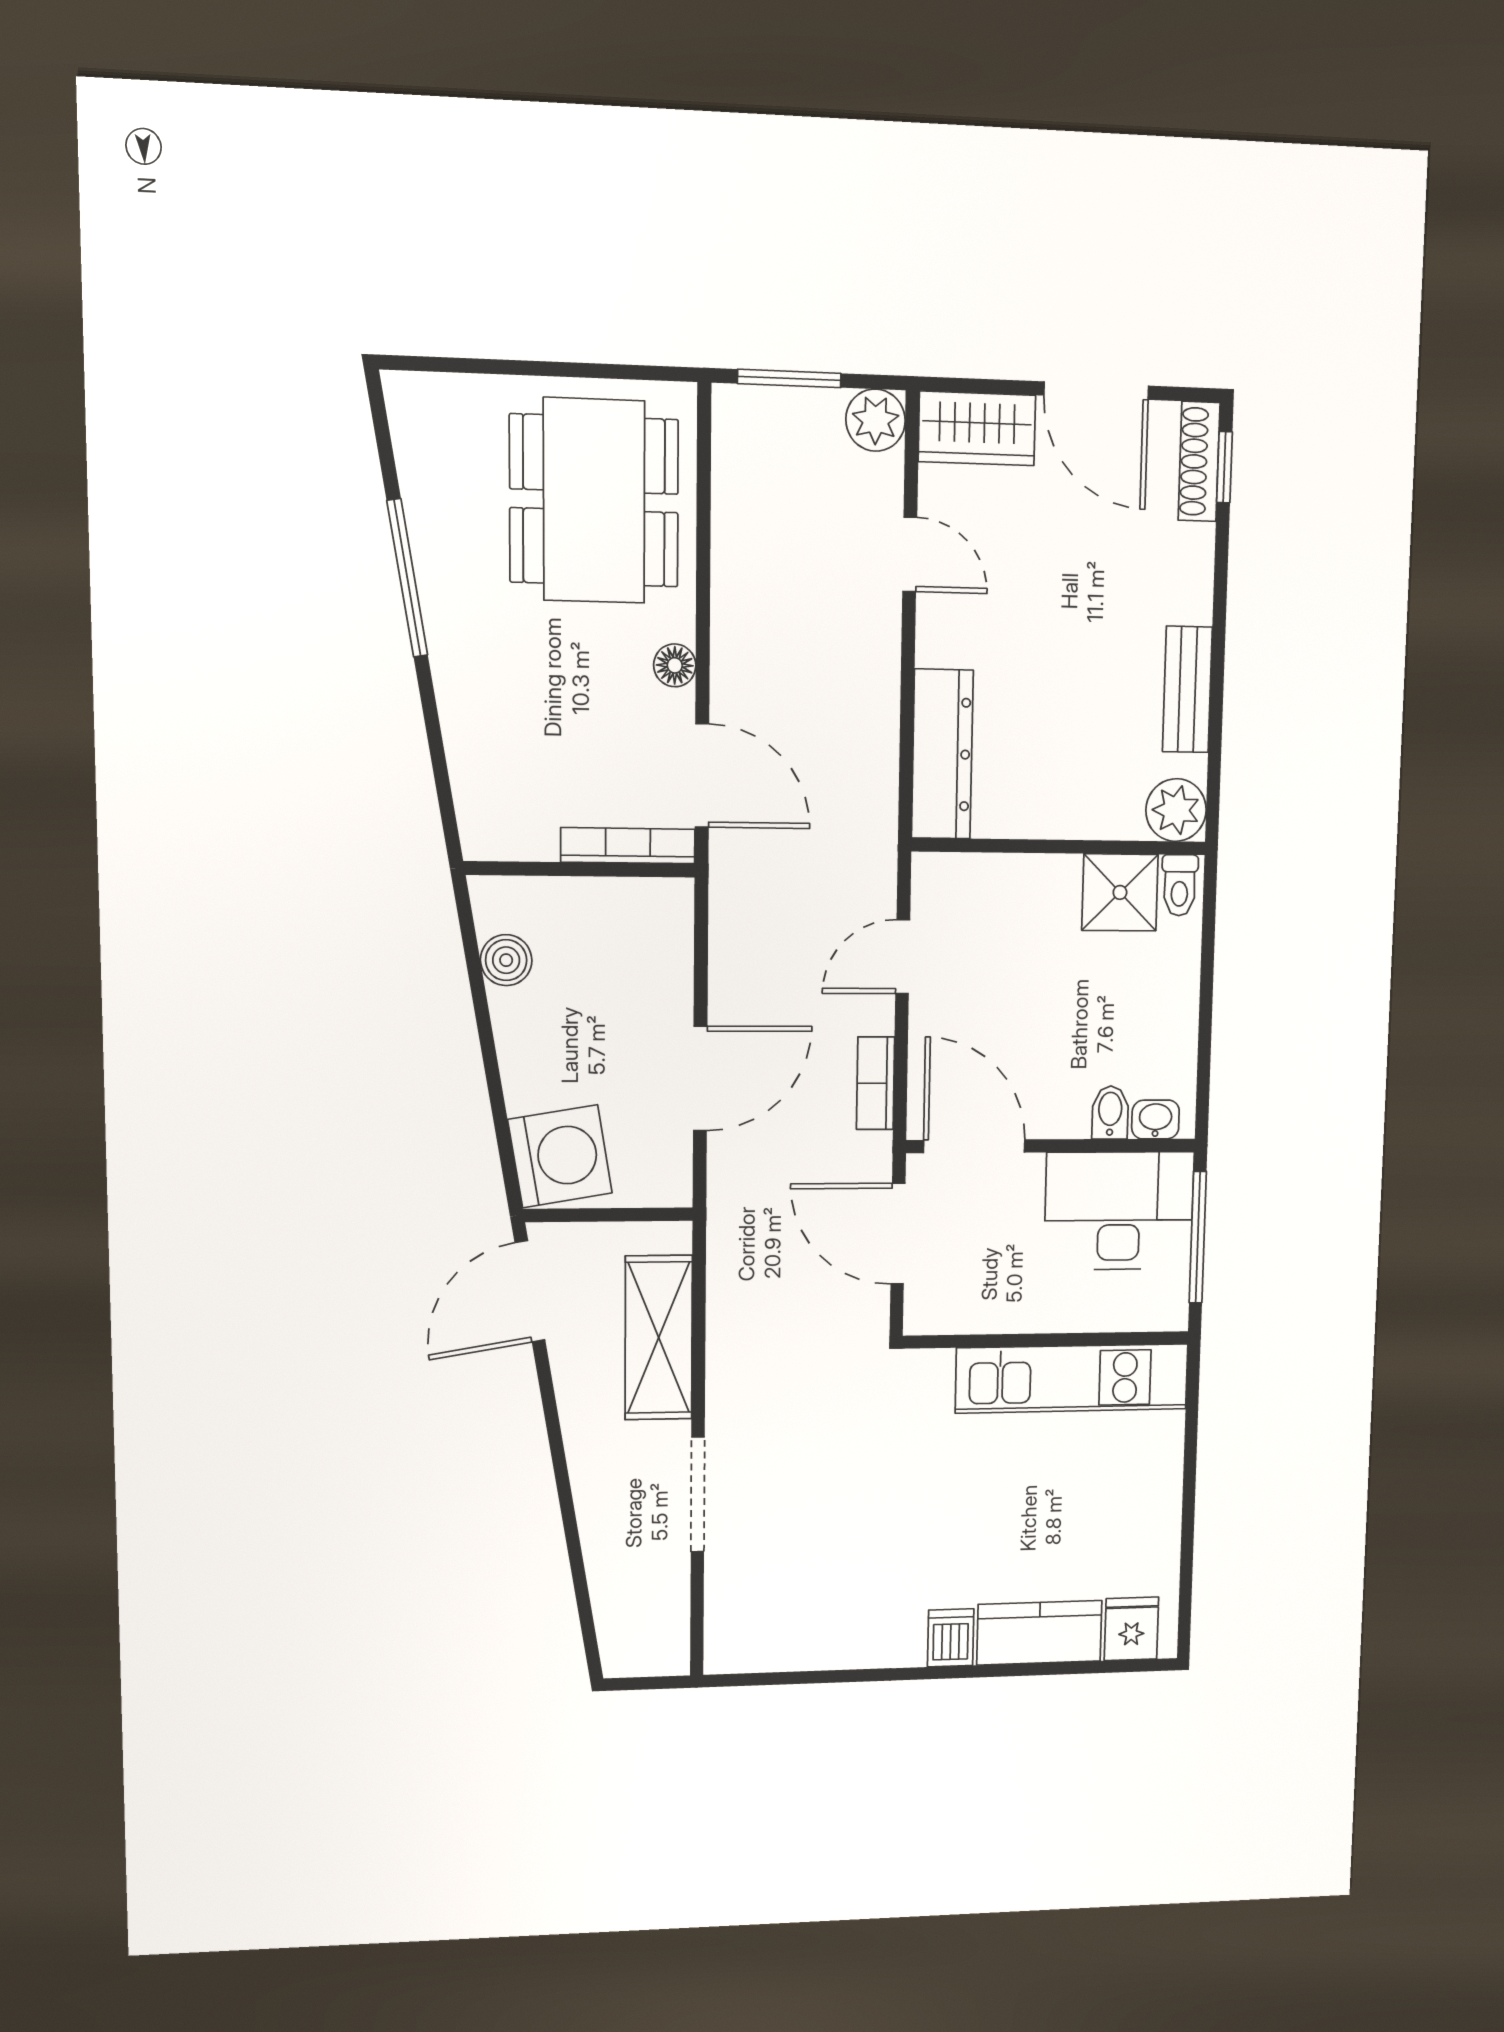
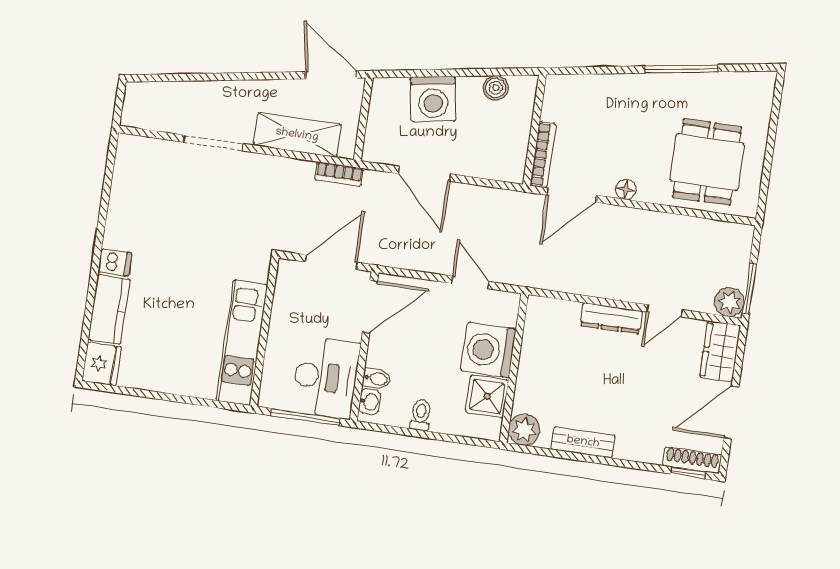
window: (789, 378) -> (749, 289), moved
dining table: (594, 501) -> (707, 162), width x0.73
dresser: (942, 754) -> (611, 318), moved, width x0.73, depth x0.80
toilet: (1180, 885) -> (421, 415), moved, turned 90
washing machine: (1030, 902) -> (488, 350), added
bookcase: (876, 1083) -> (339, 174), moved, turned 180
washing machine: (560, 1156) -> (433, 99), moved
fridge: (1131, 1629) -> (102, 364), width x1.38

